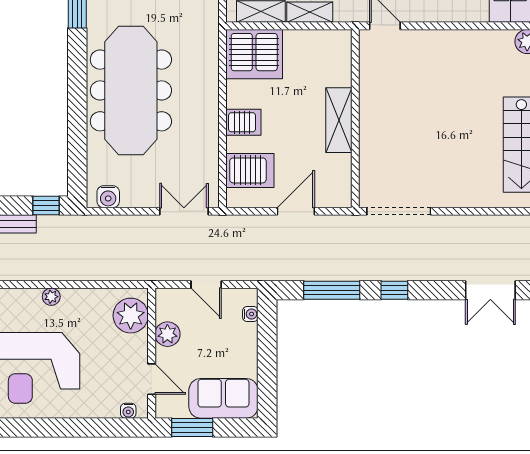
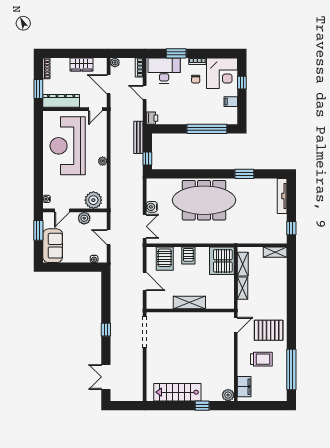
water cooler: (108, 197) -> (152, 207), moved
door: (206, 284) -> (109, 237), hinge flipped
window: (332, 290) -> (106, 299), removed

